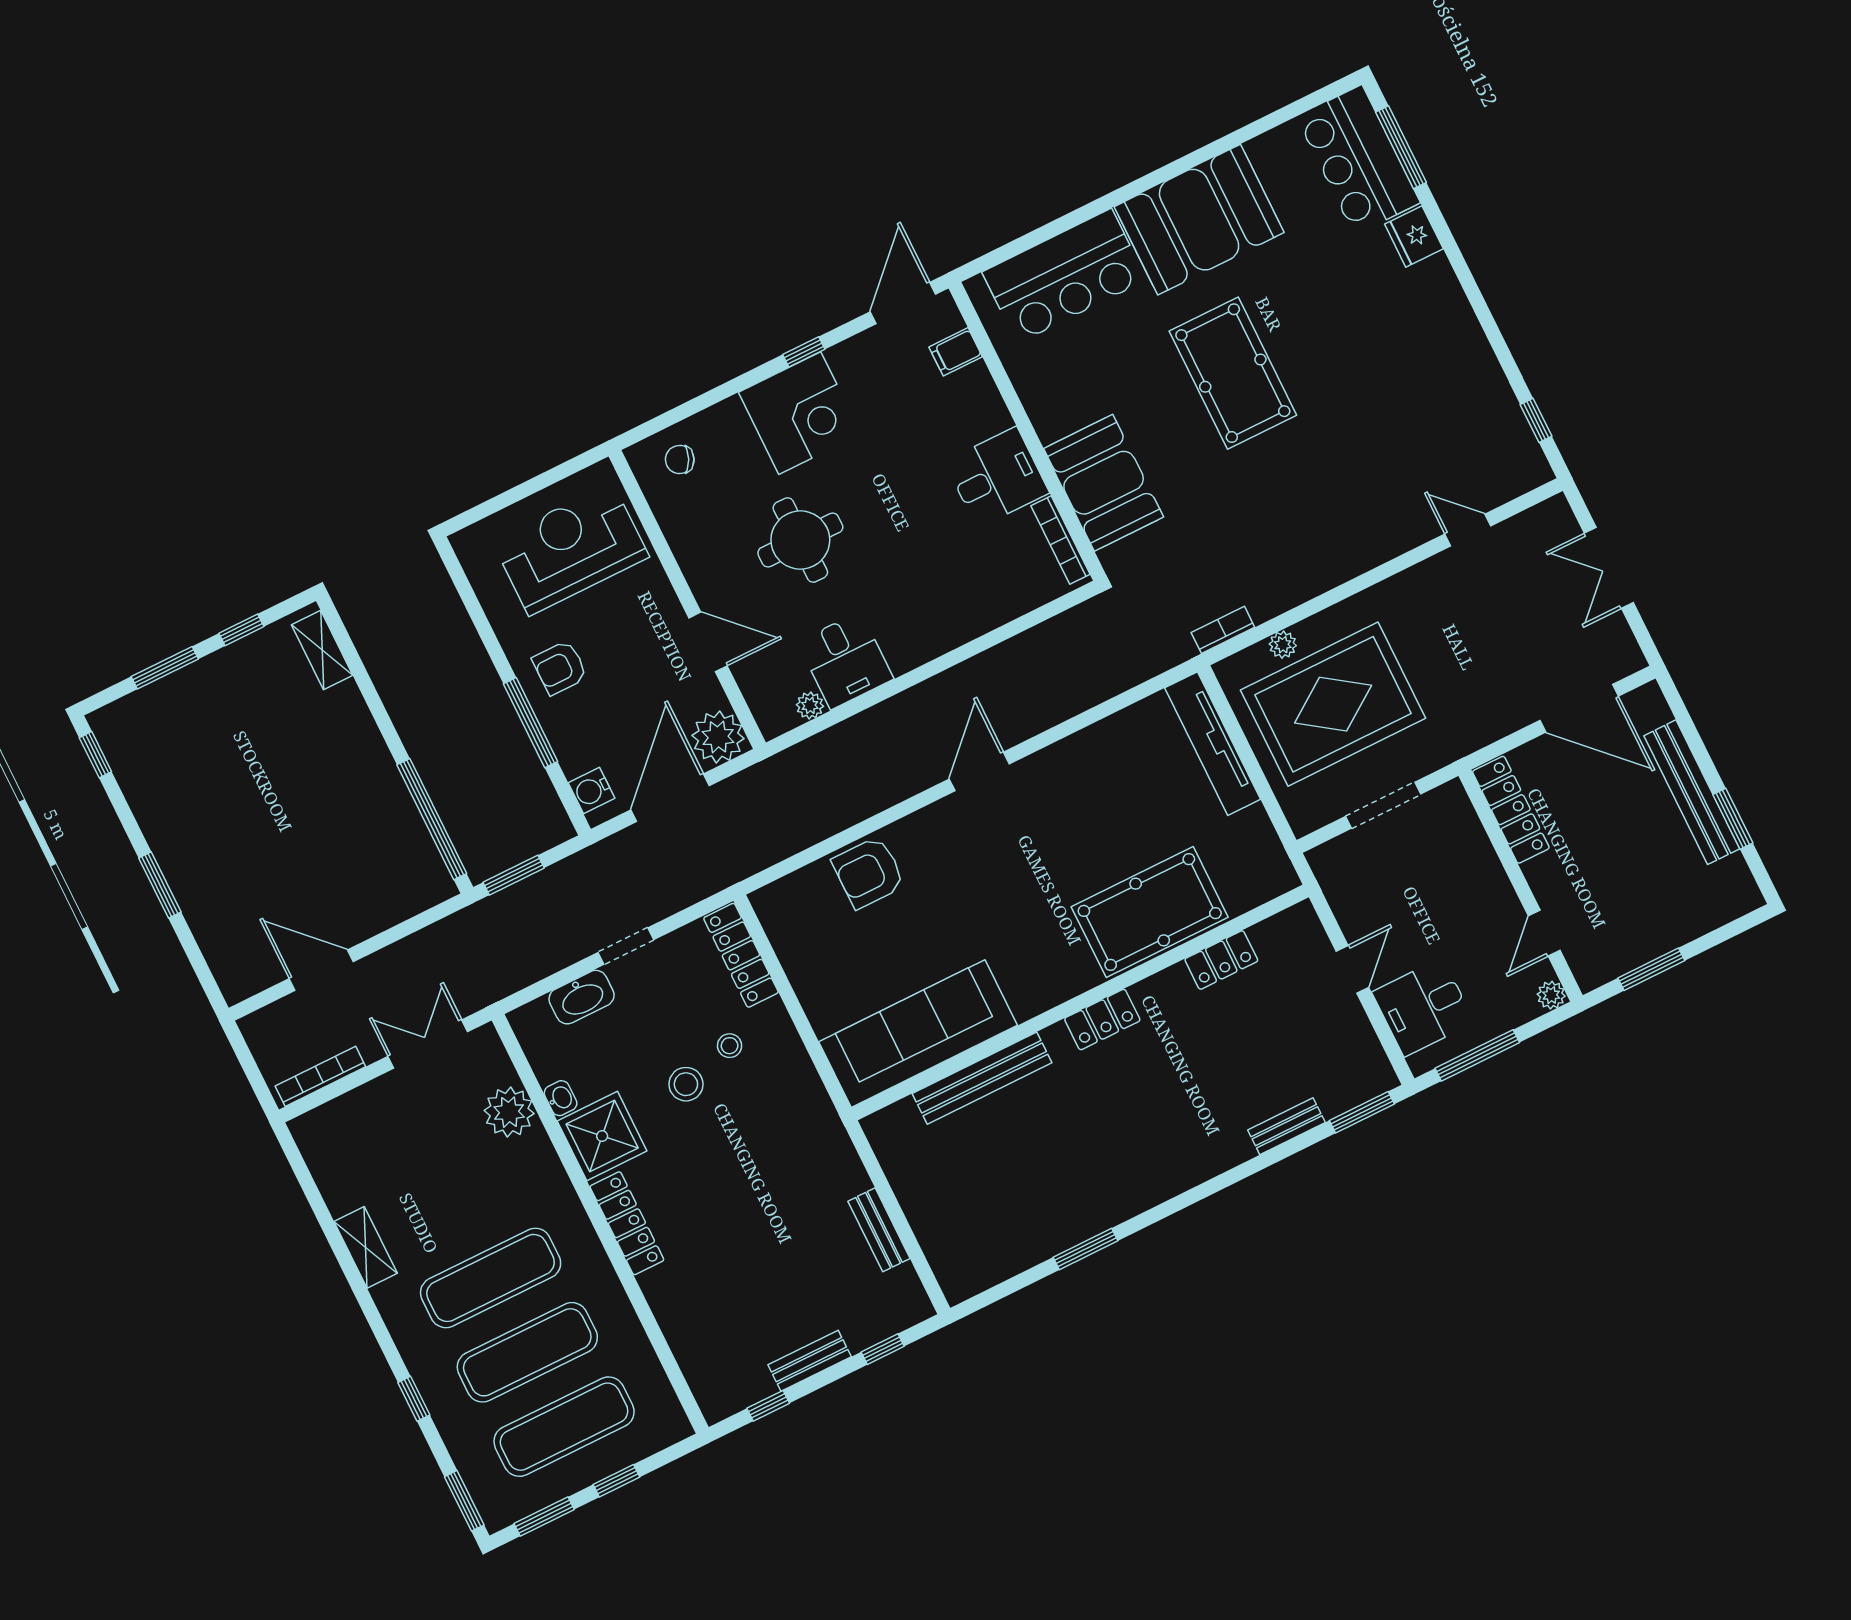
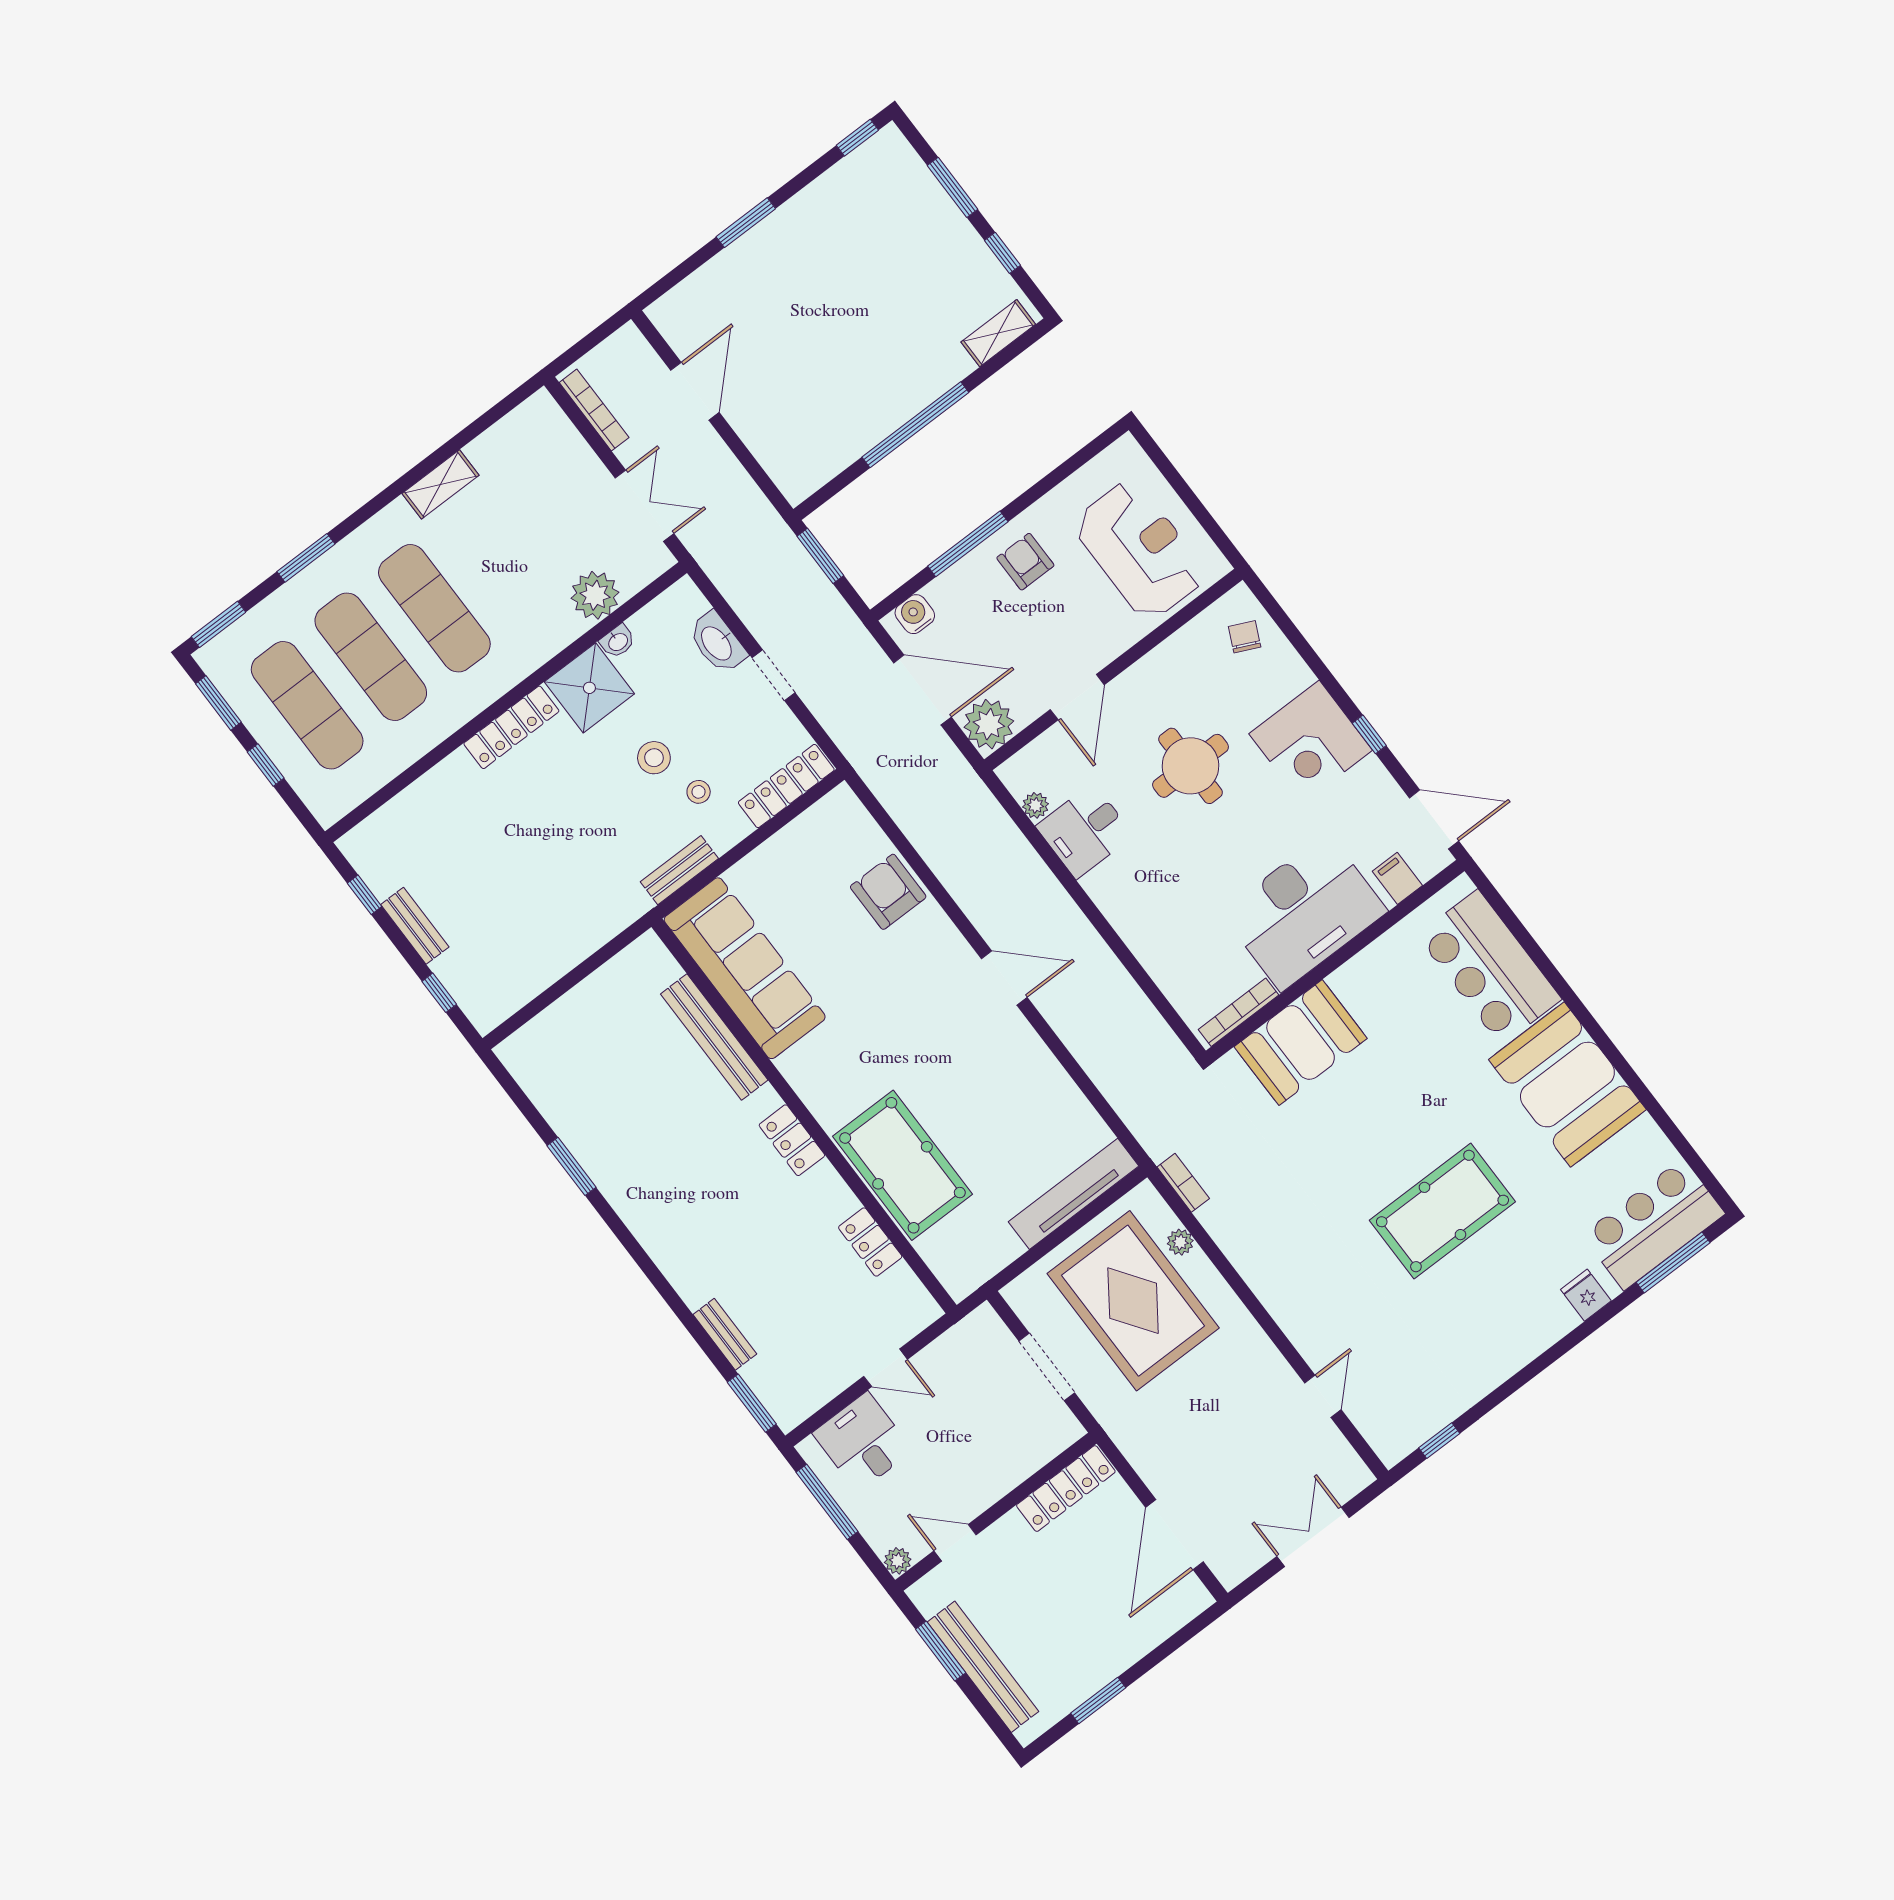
fridge: (1414, 236) -> (1586, 1295), width x0.72
pool table: (1233, 373) -> (1442, 1211), moved
desk: (997, 477) -> (1304, 912), width x1.87, depth x1.30
bench: (1692, 792) -> (983, 1667), moved, turned 90
window: (432, 819) -> (915, 425), moved
bench: (879, 1230) -> (679, 870), moved
window: (414, 1399) -> (306, 558), width x1.50

